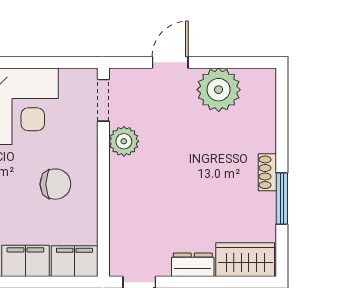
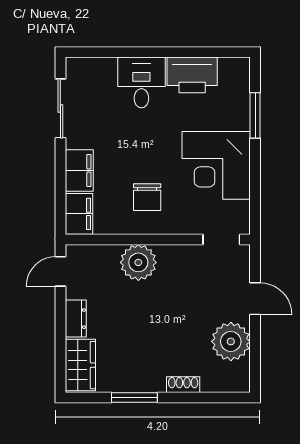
plant: (124, 141) -> (138, 262), moved, width x1.36, depth x1.36
shoe rack: (267, 172) -> (183, 385), moved

